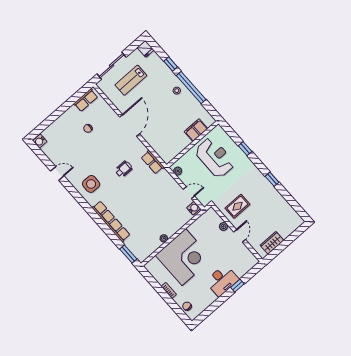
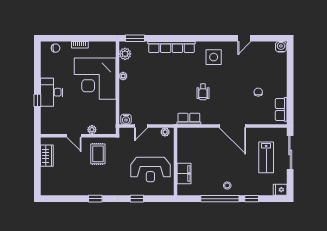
lab bench: (131, 80) -> (266, 157), turned 180
plant: (146, 251) -> (125, 54), added

